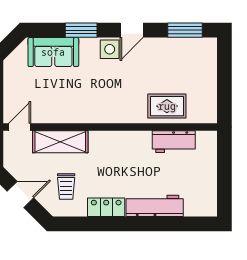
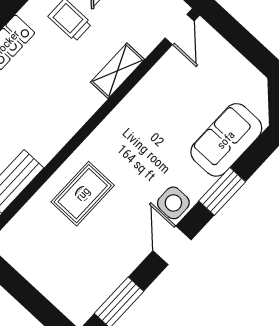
rug: (167, 106) -> (83, 194), moved
shelving: (60, 142) -> (117, 71), width x0.67, depth x0.75

